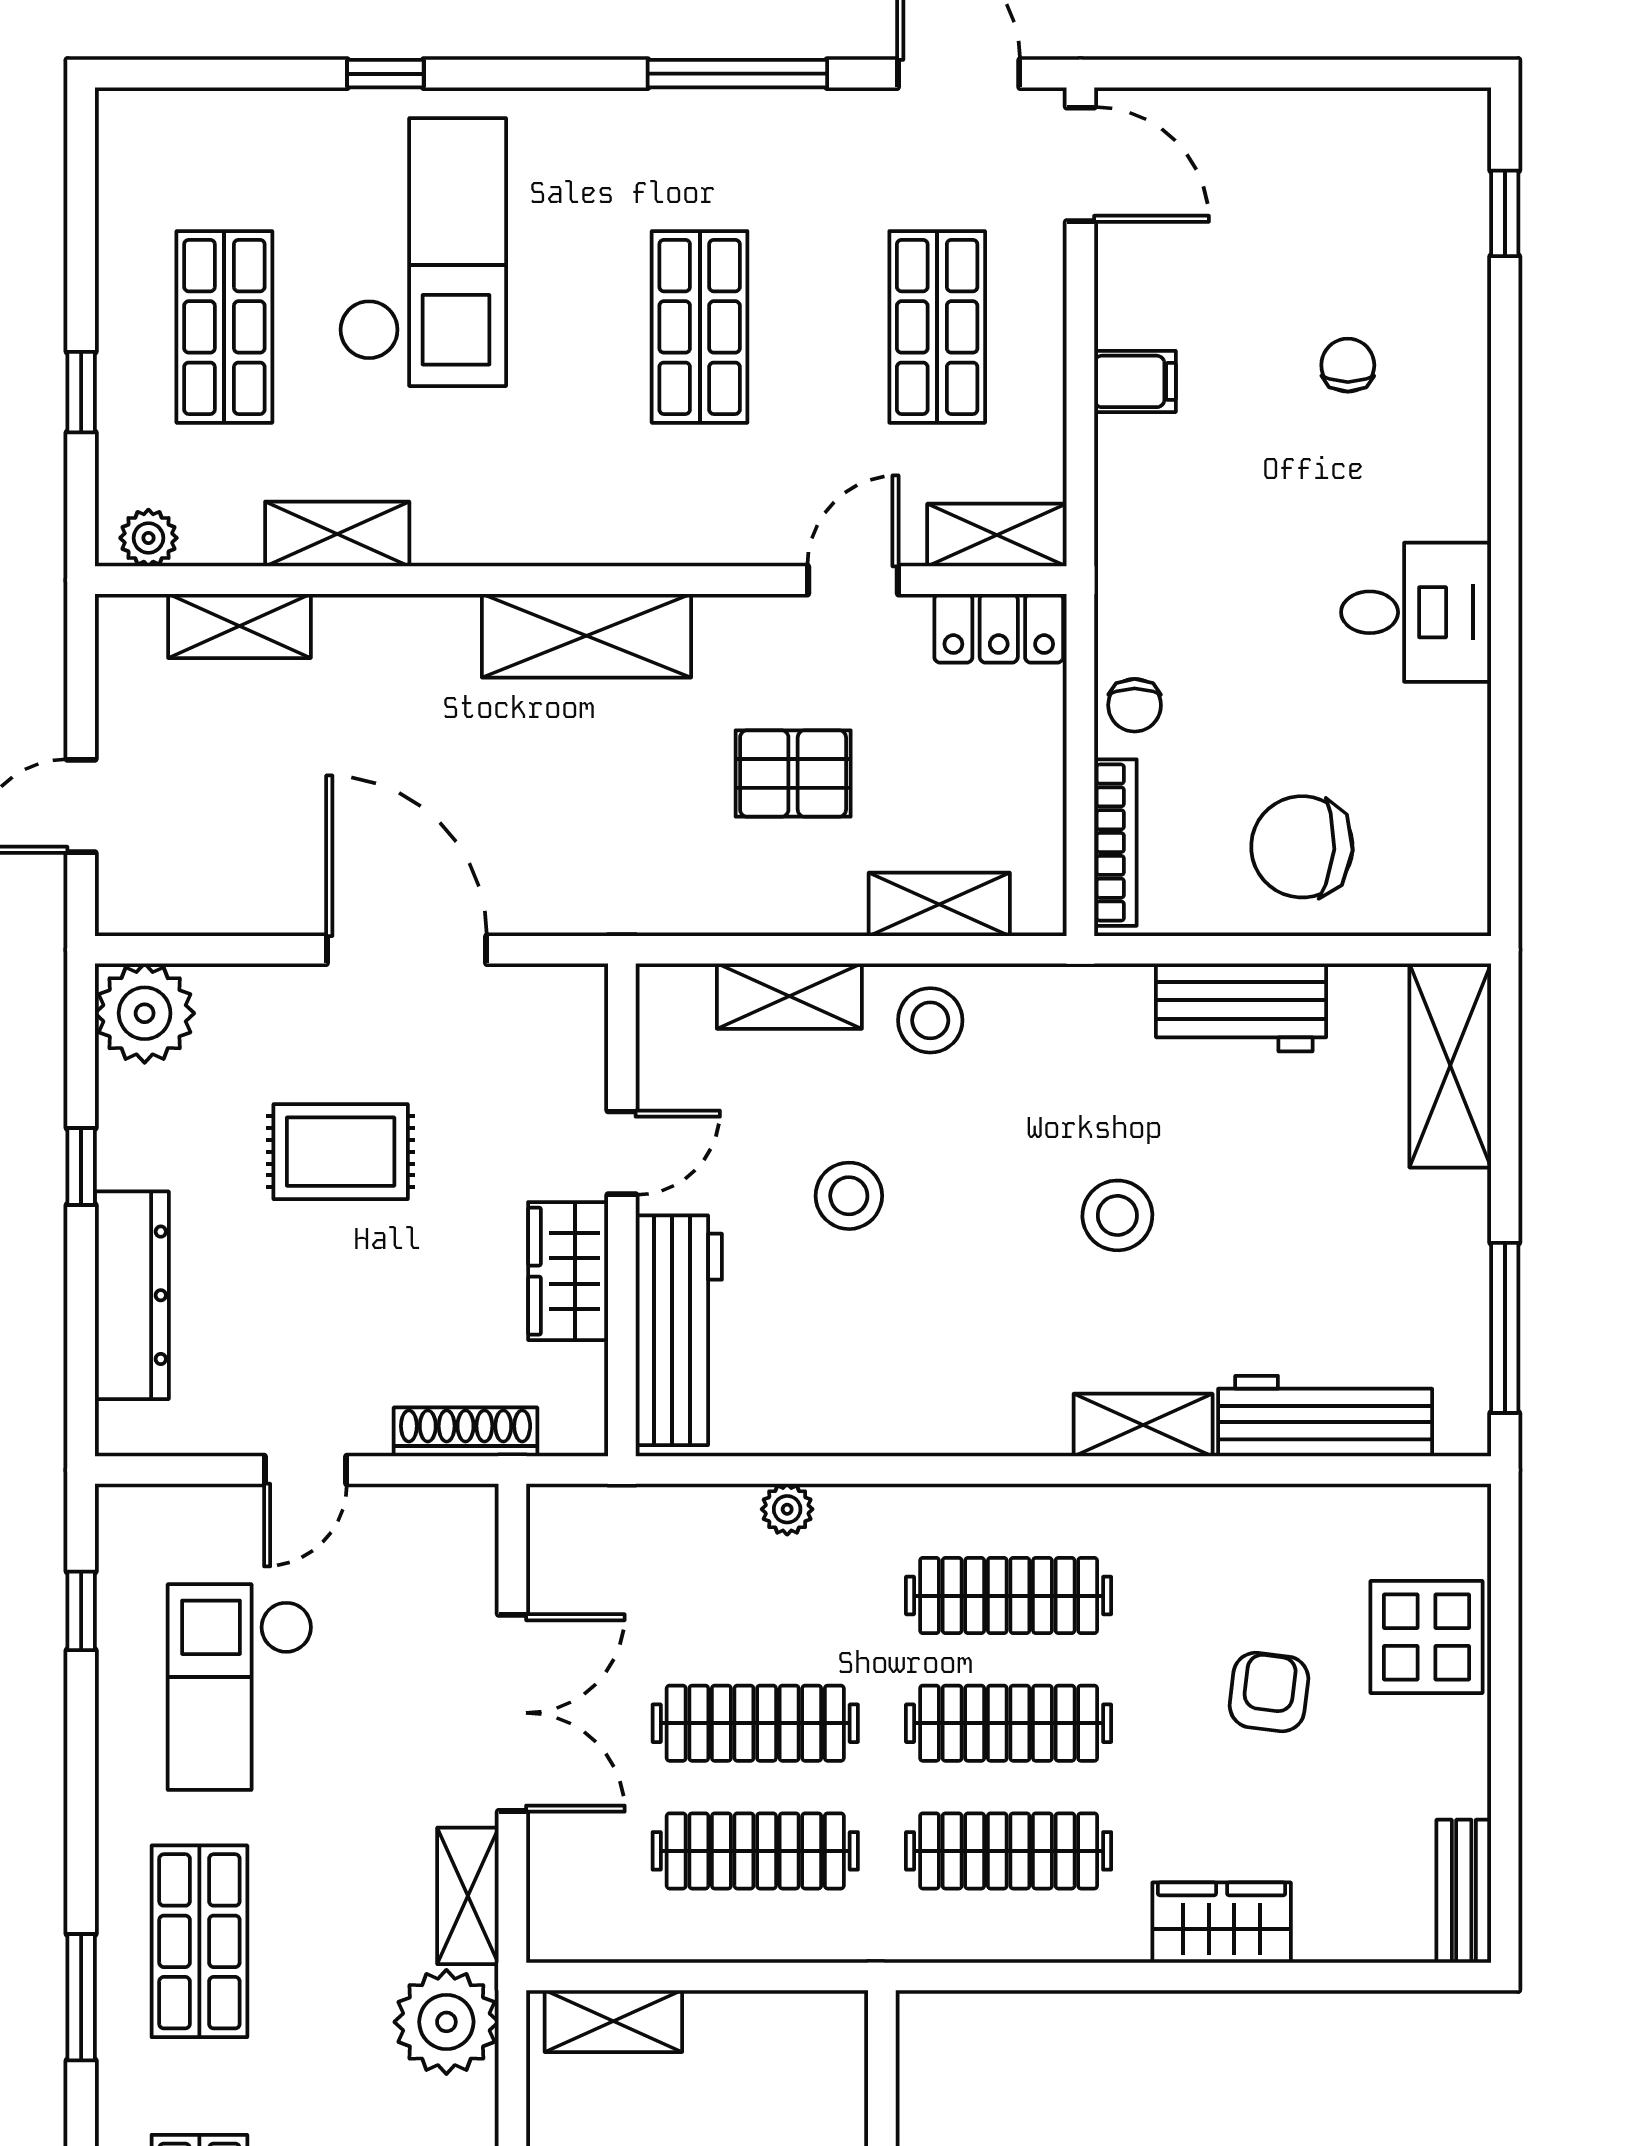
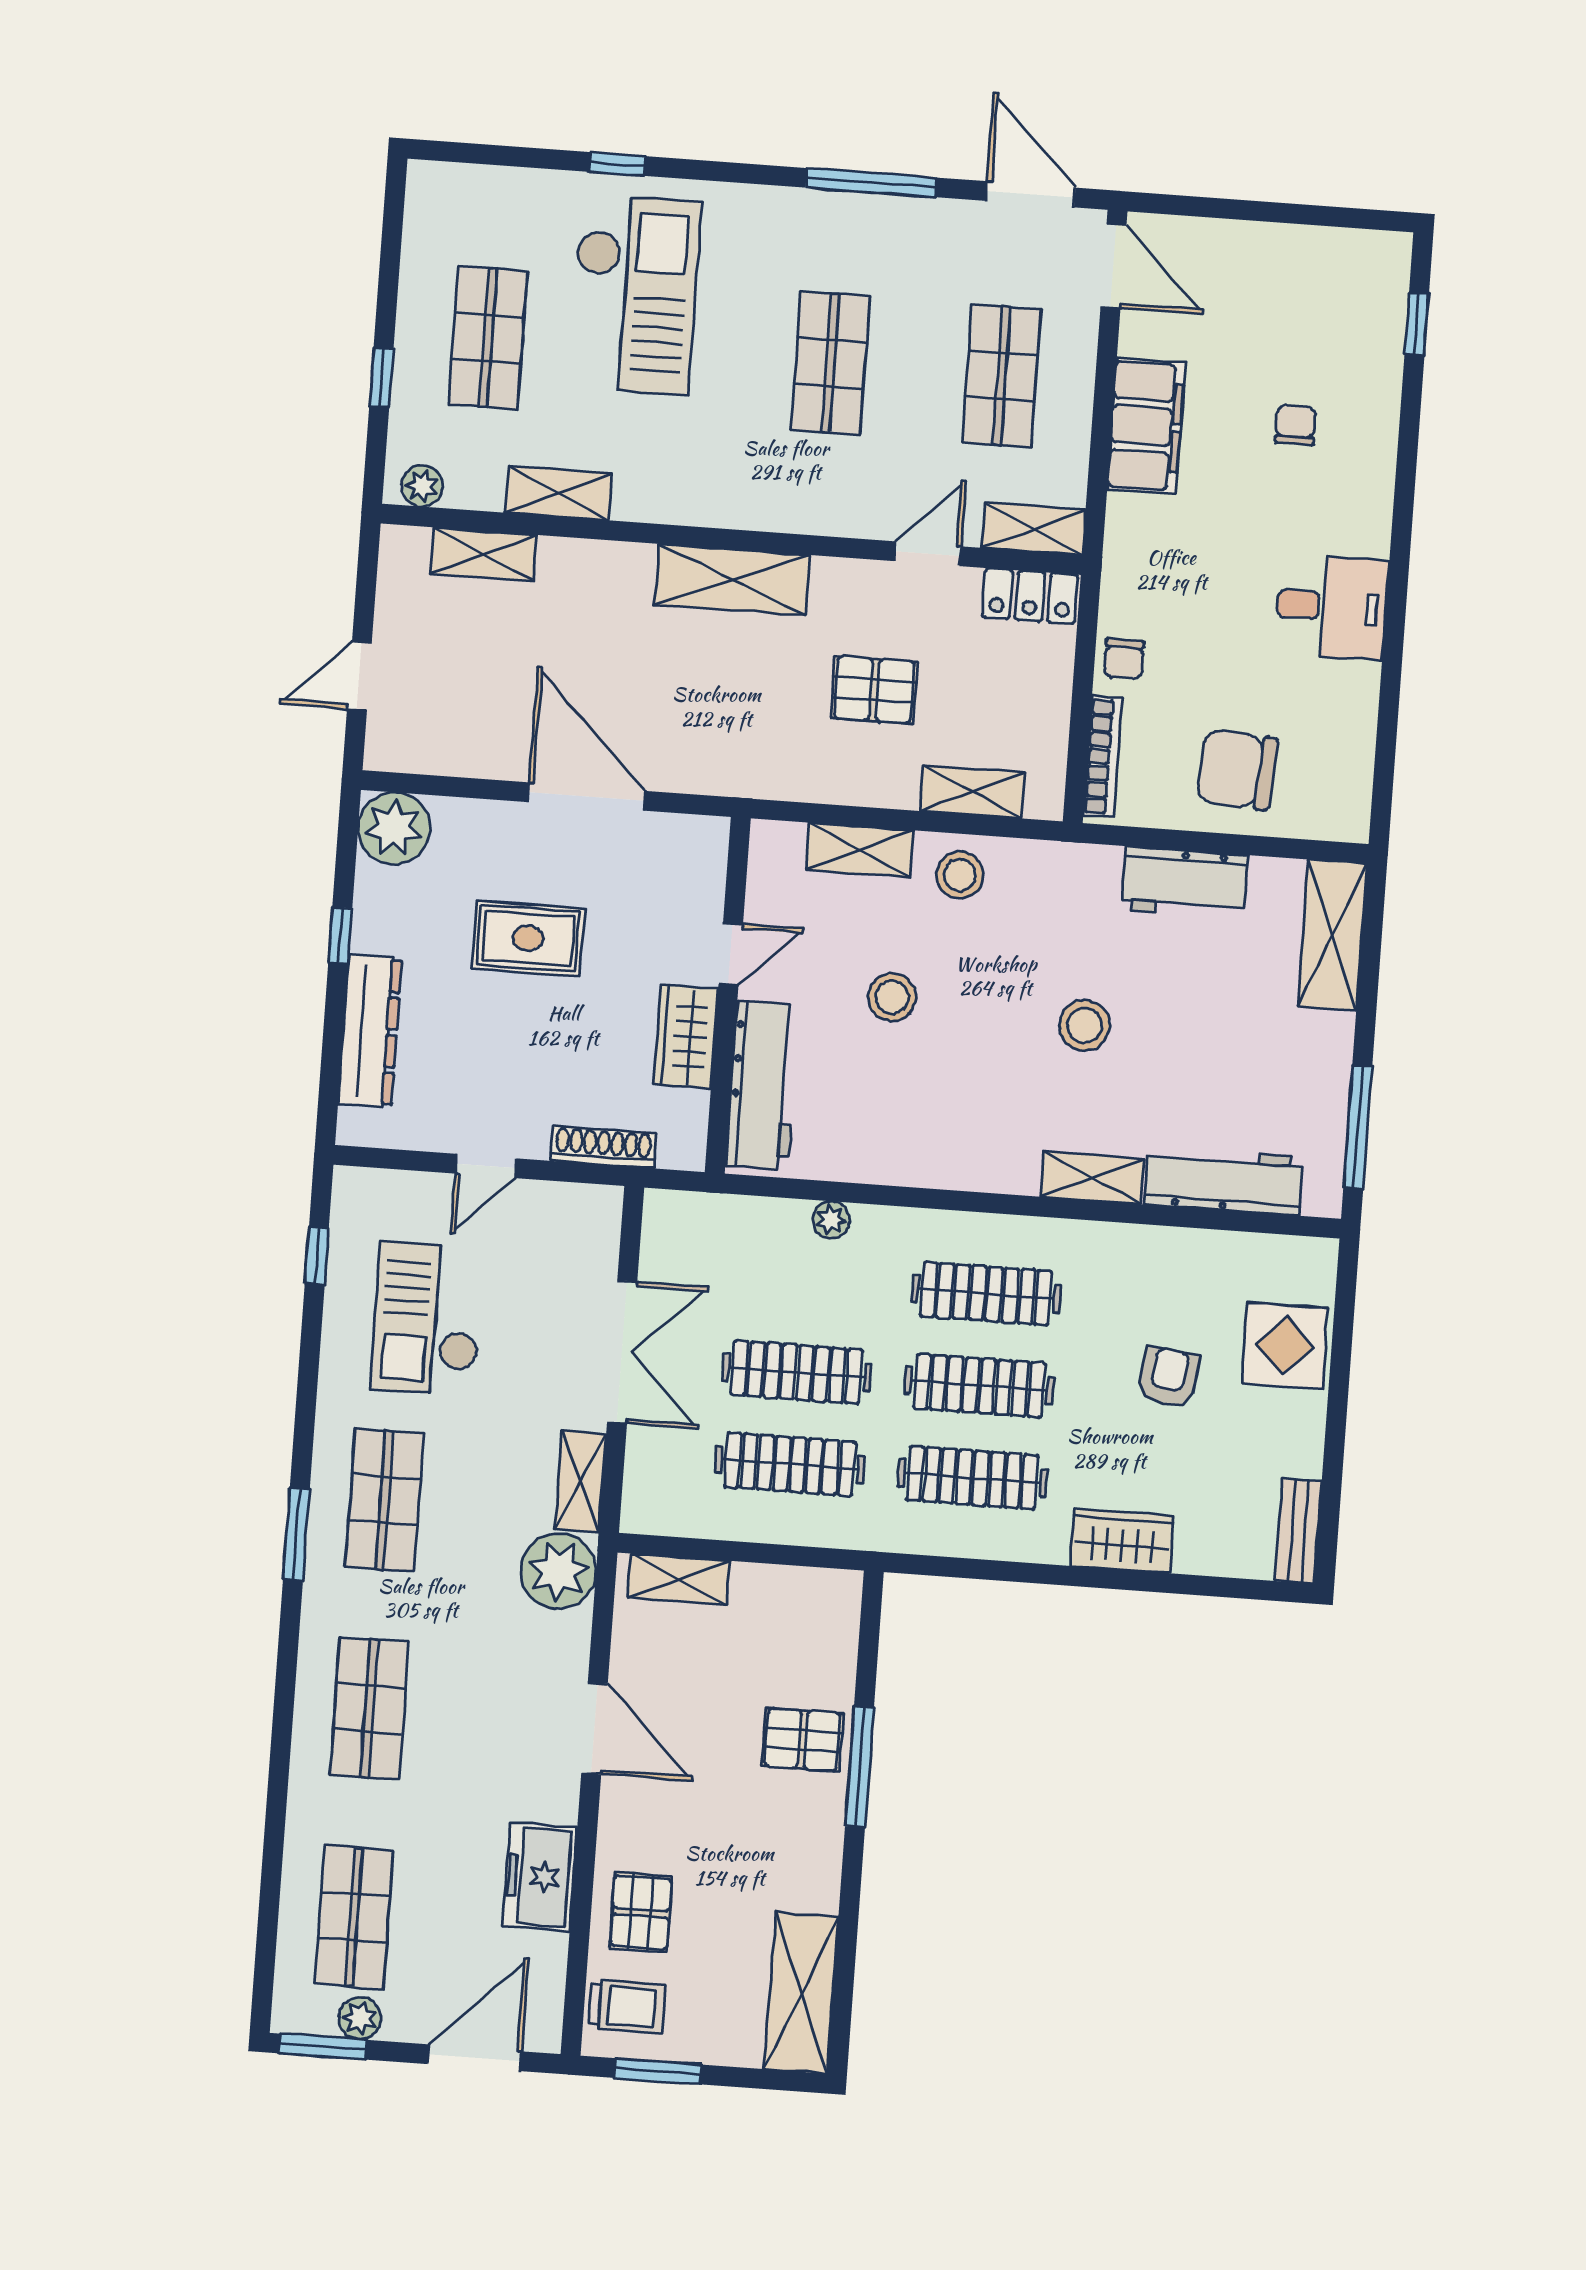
filing cabinet: (1135, 381) -> (1146, 426), width x3.00, depth x1.17

